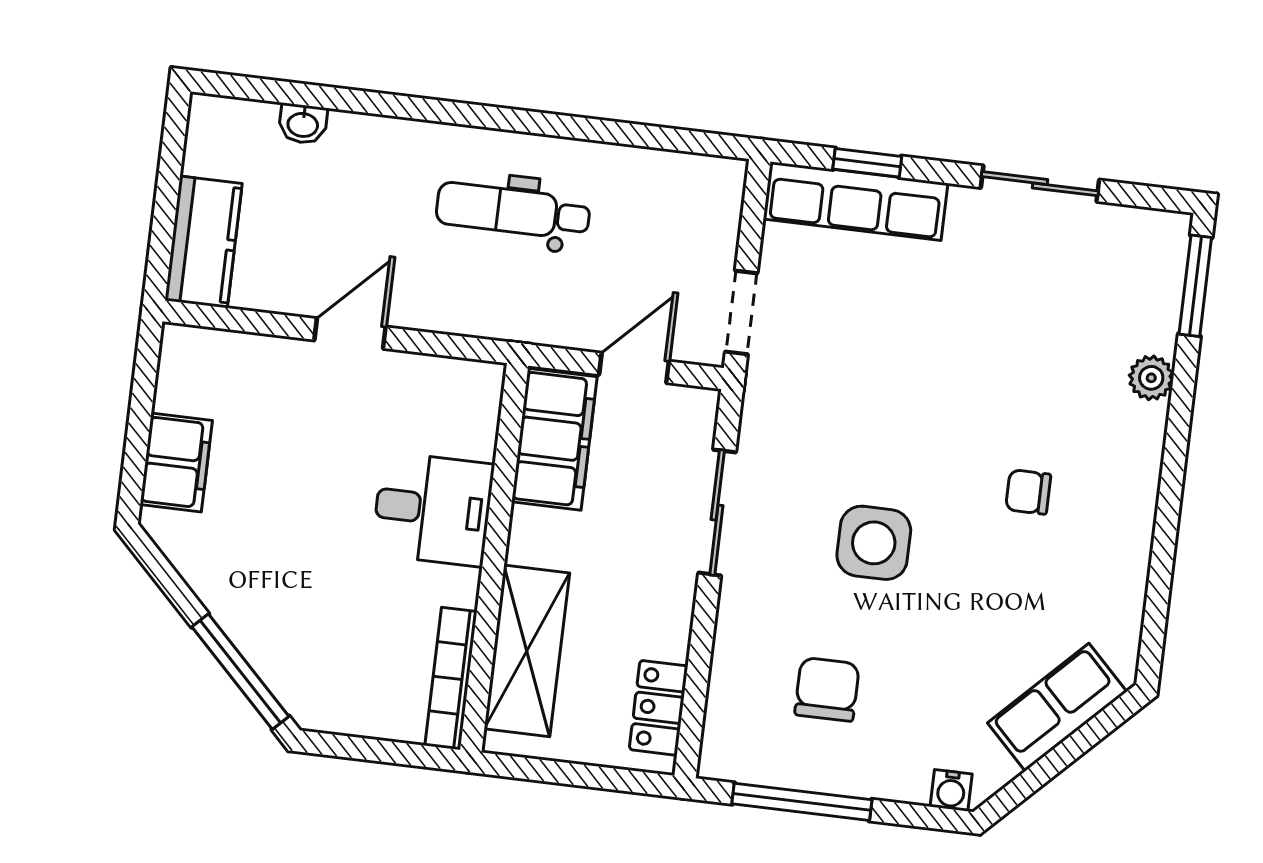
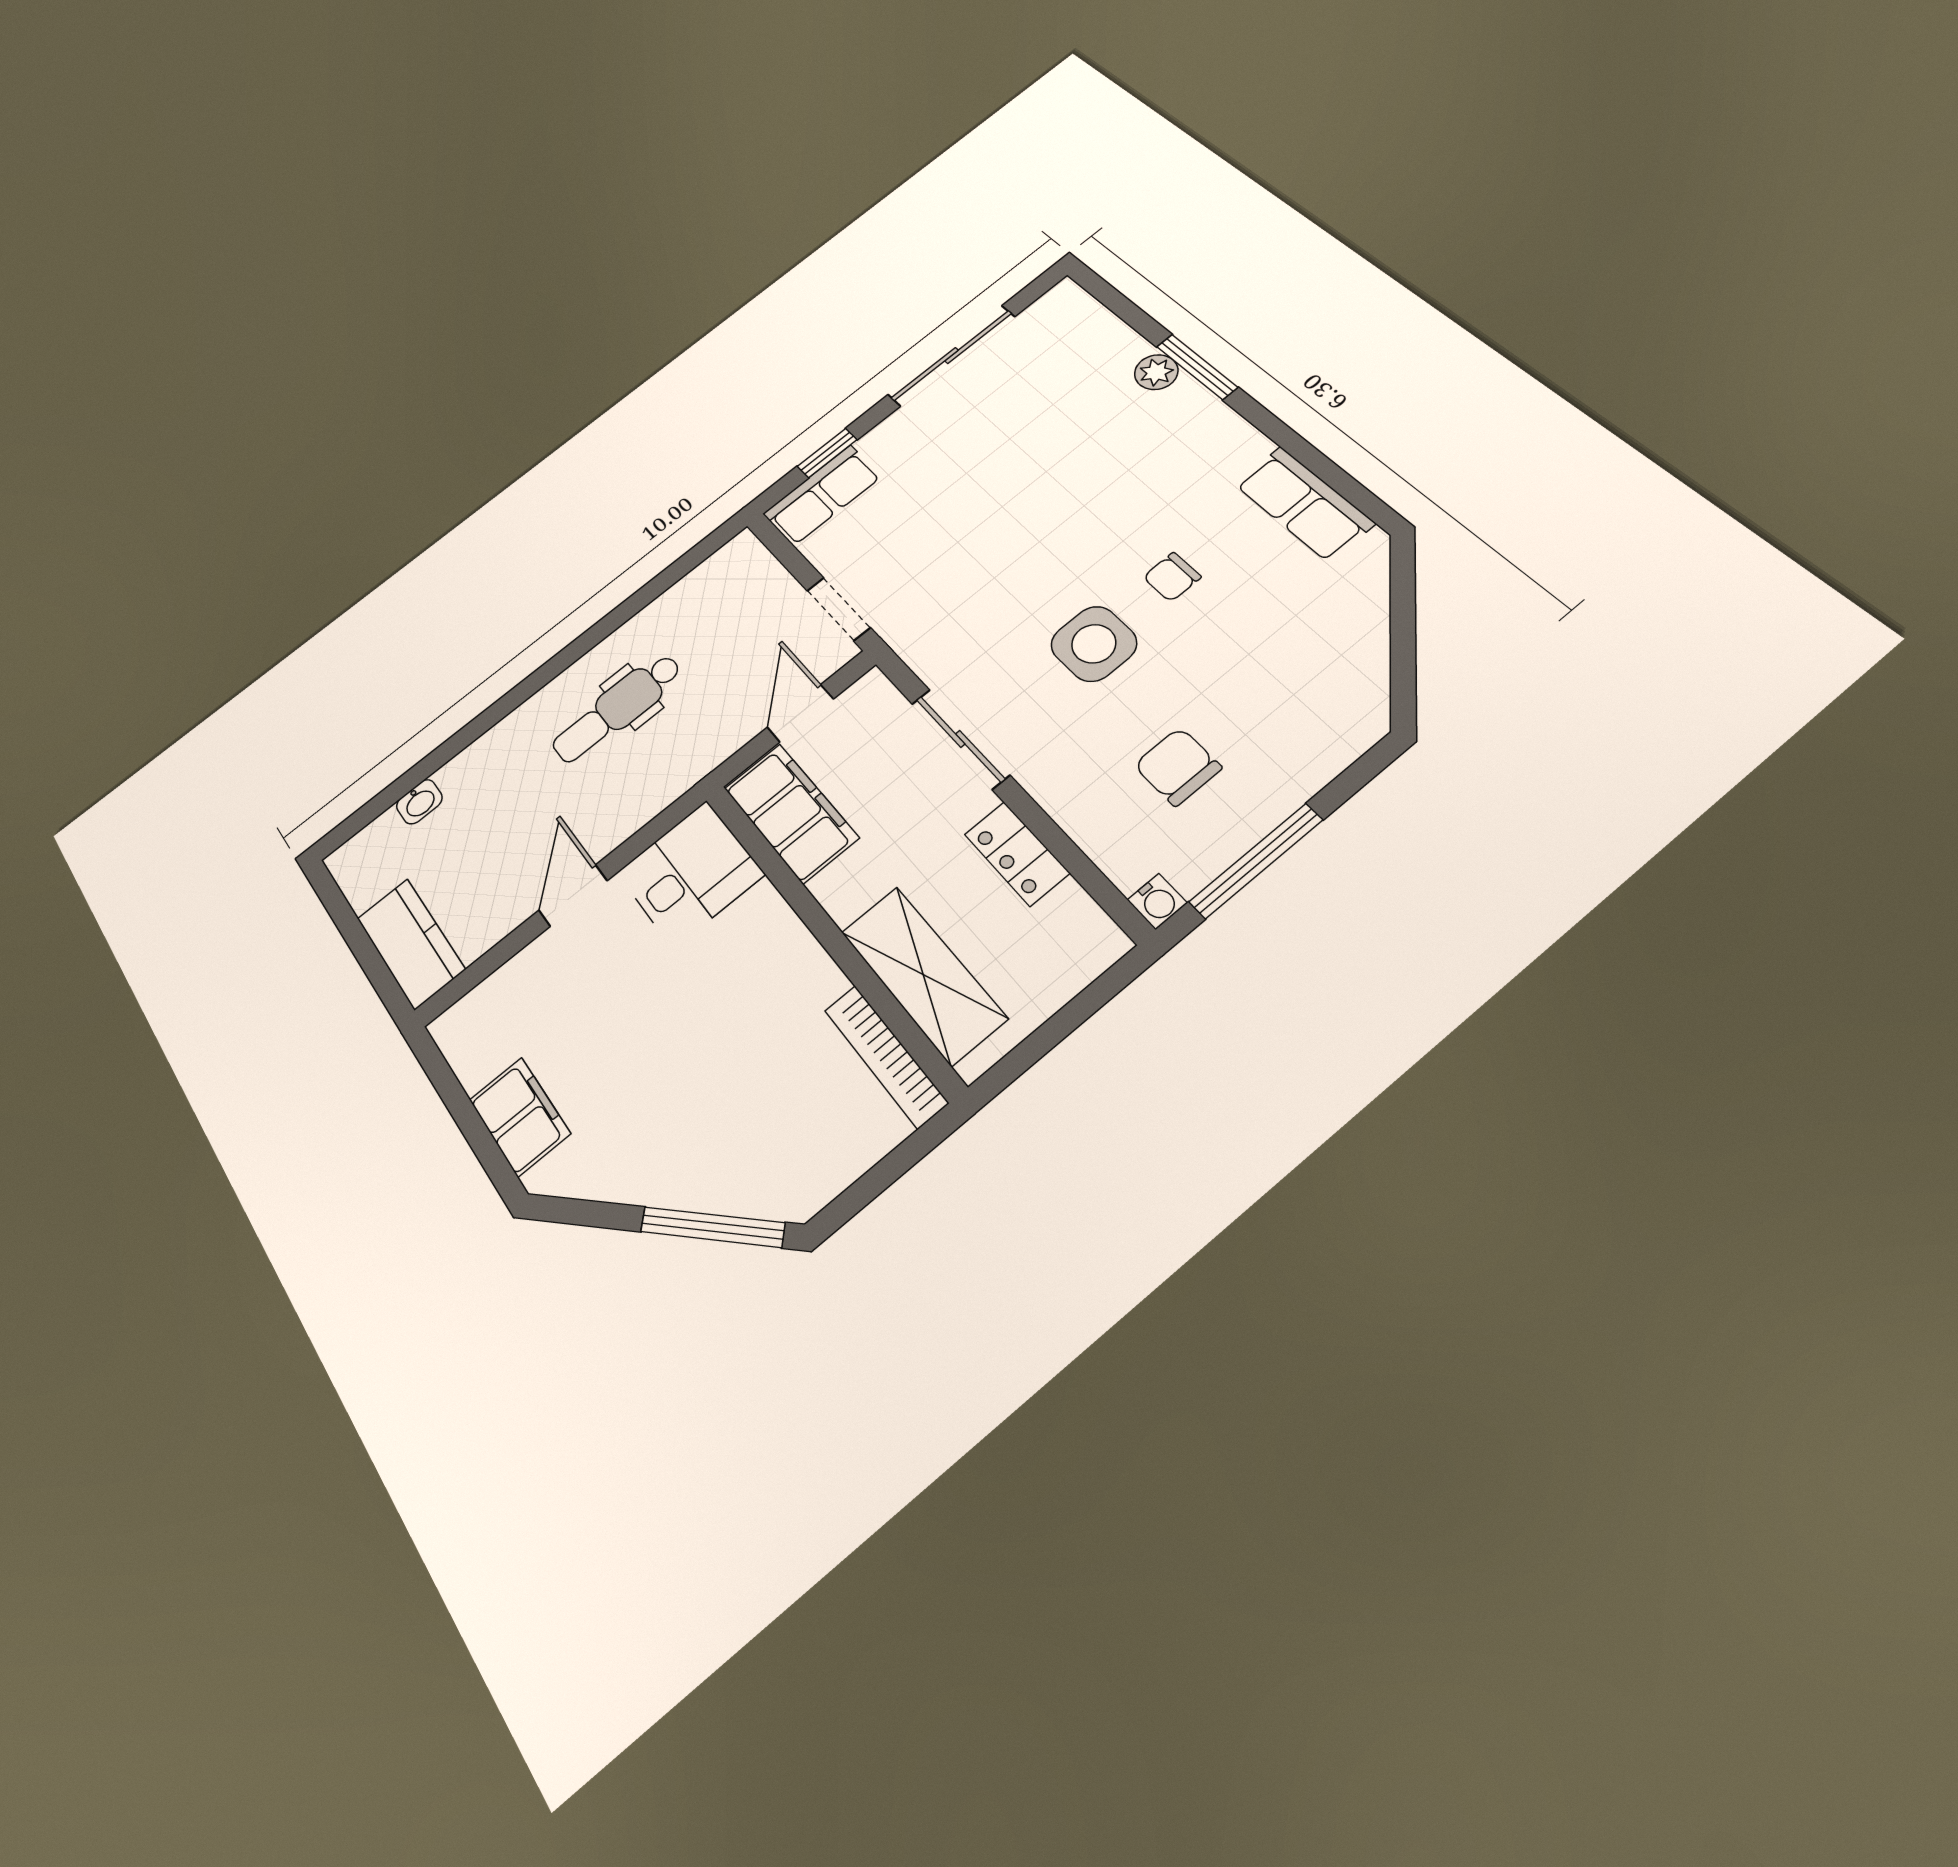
sliding door: (1040, 184) -> (951, 356), width x1.37
row of seats: (856, 201) -> (822, 495), width x0.68
window: (1195, 286) -> (1197, 367), moved
chair: (1028, 492) -> (1172, 577), moved
desk: (433, 509) -> (690, 873), moved
row of seats: (1057, 707) -> (1304, 504), moved, turned -45
locker: (659, 708) -> (1017, 854), moved
water cooler: (951, 790) -> (1157, 901), moved

